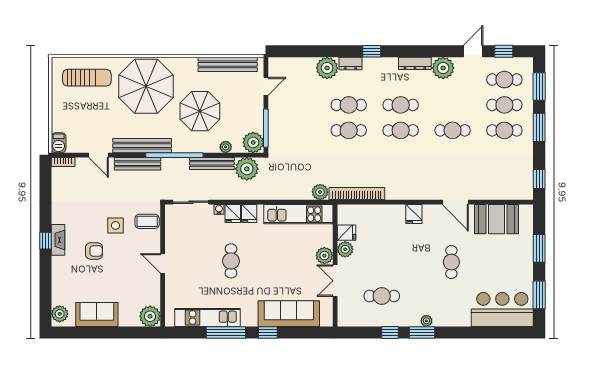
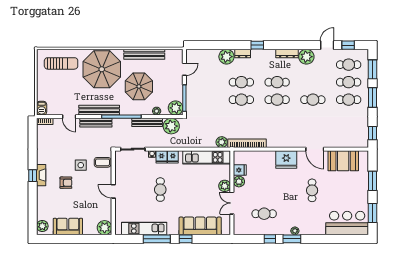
bench: (228, 64) -> (144, 54), moved
fridge: (414, 214) -> (286, 159), width x1.88, depth x1.34

